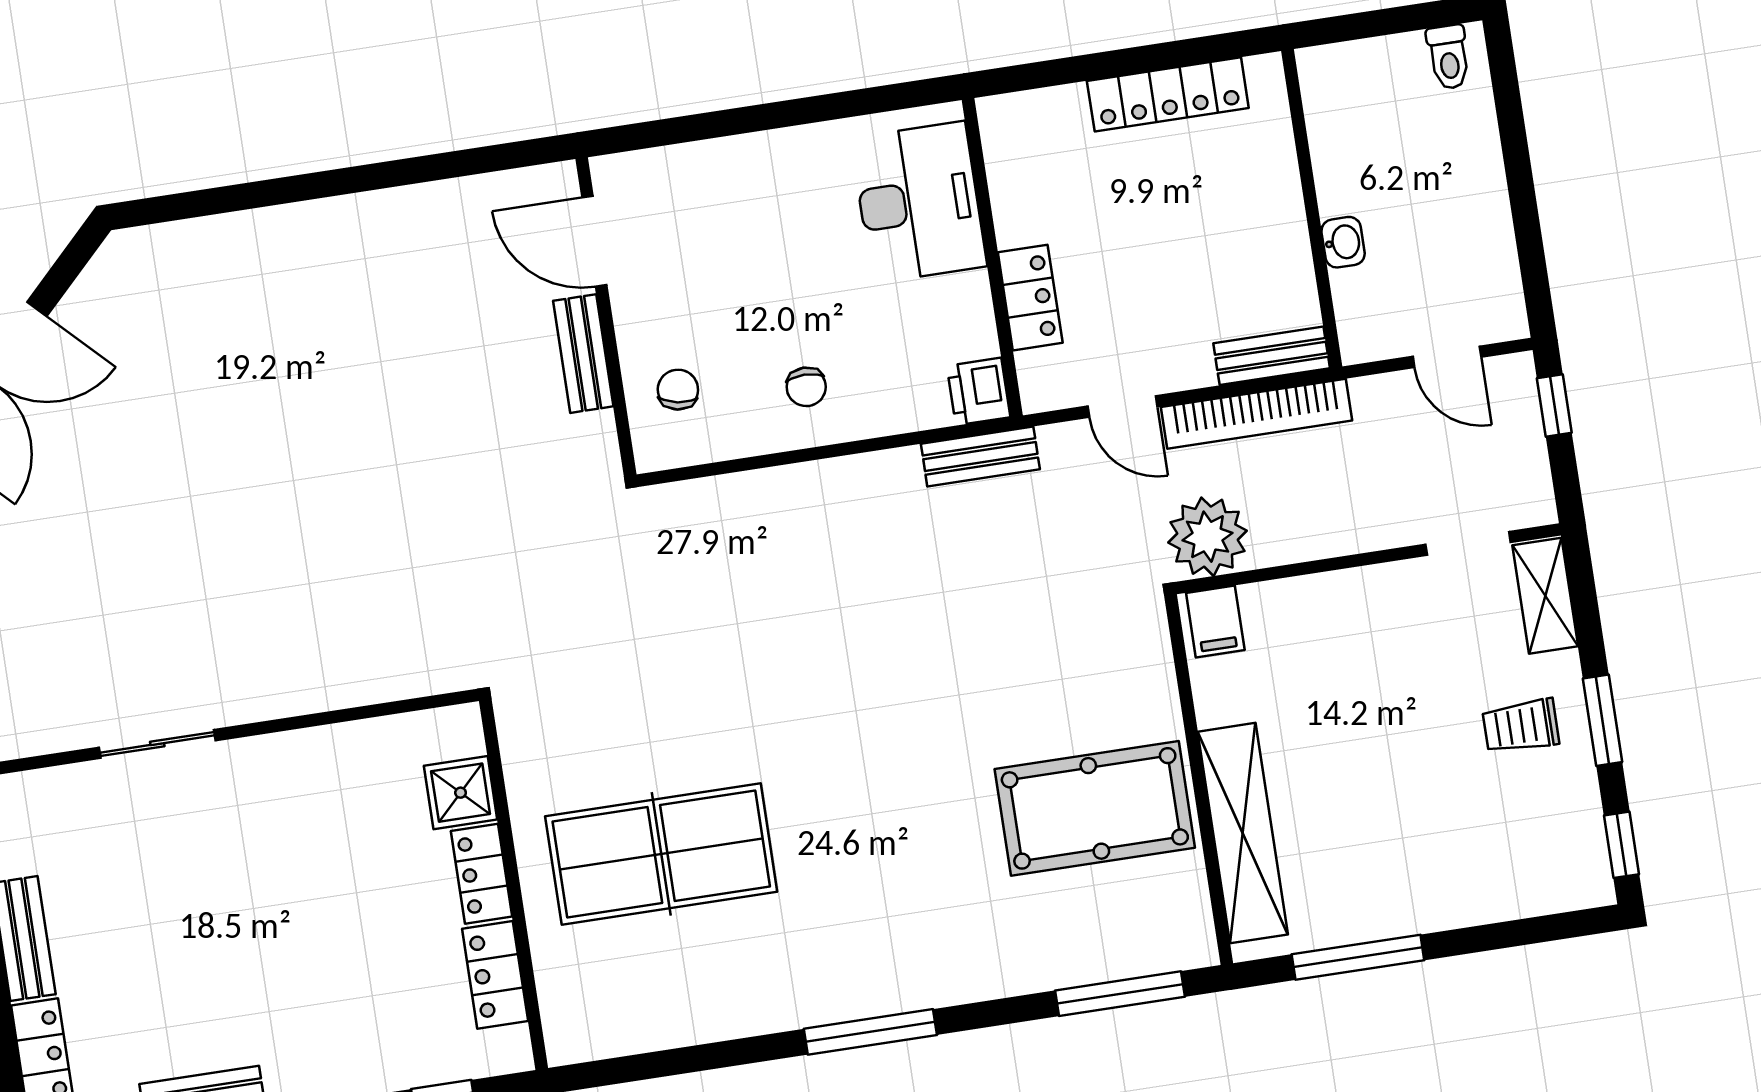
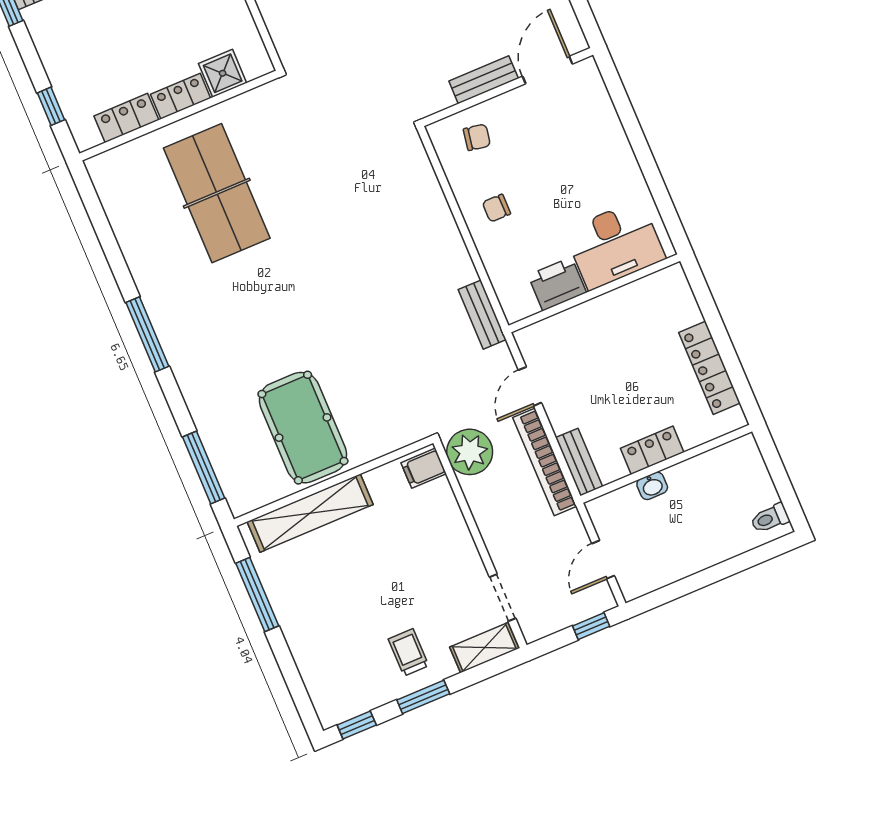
locker: (1030, 298) -> (652, 450), moved, turned 180
printer: (979, 392) -> (557, 284), moved, width x1.36, depth x1.24

